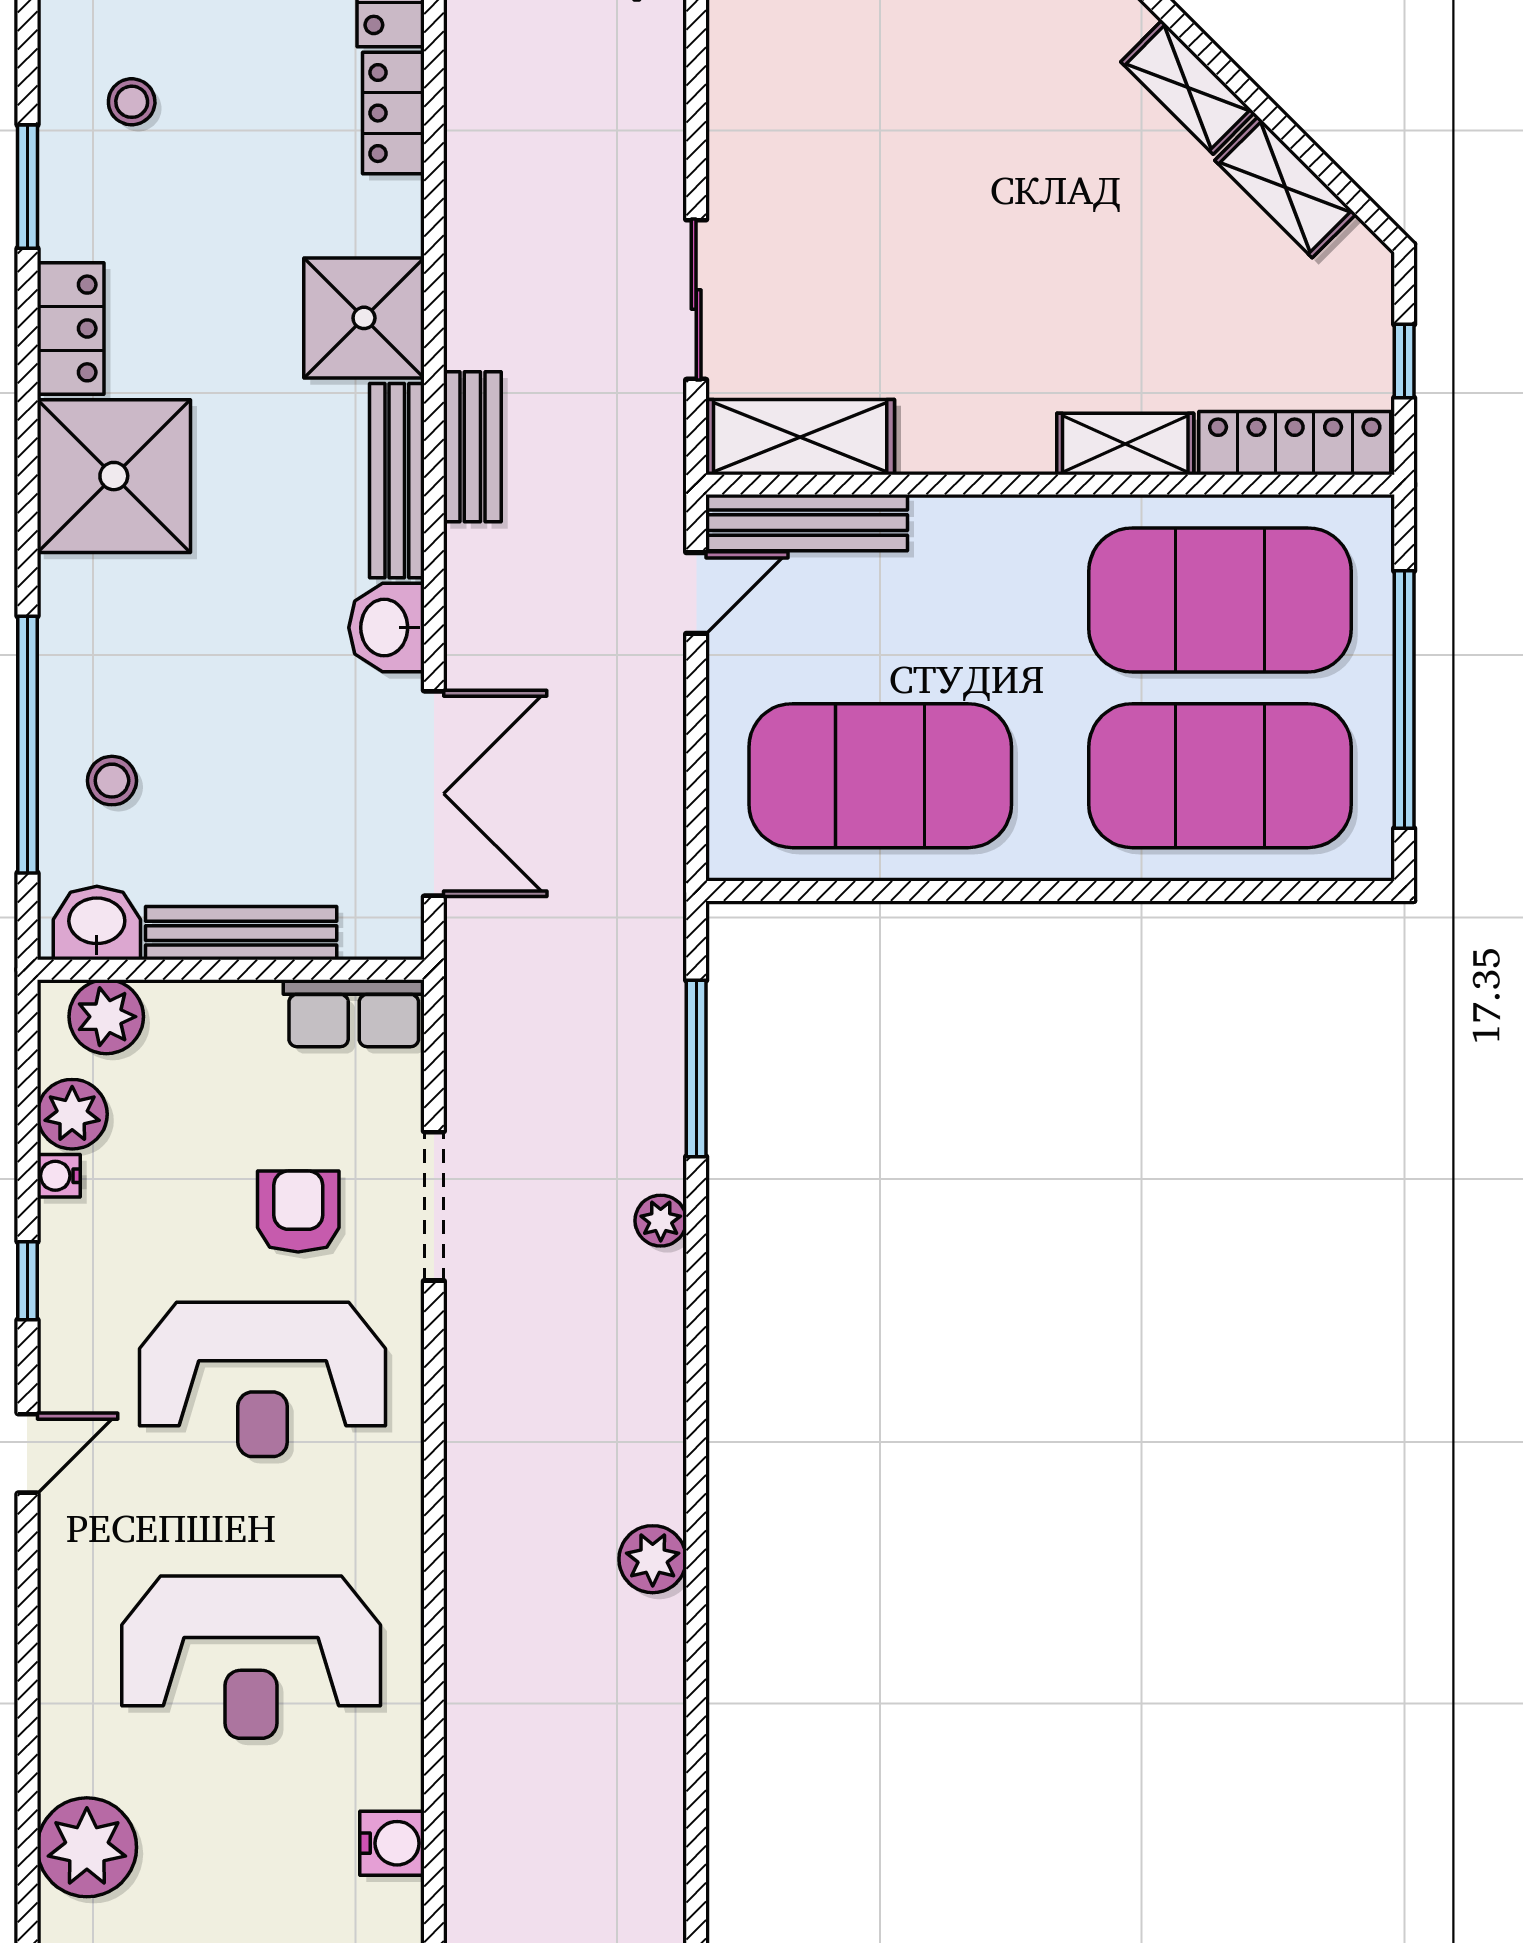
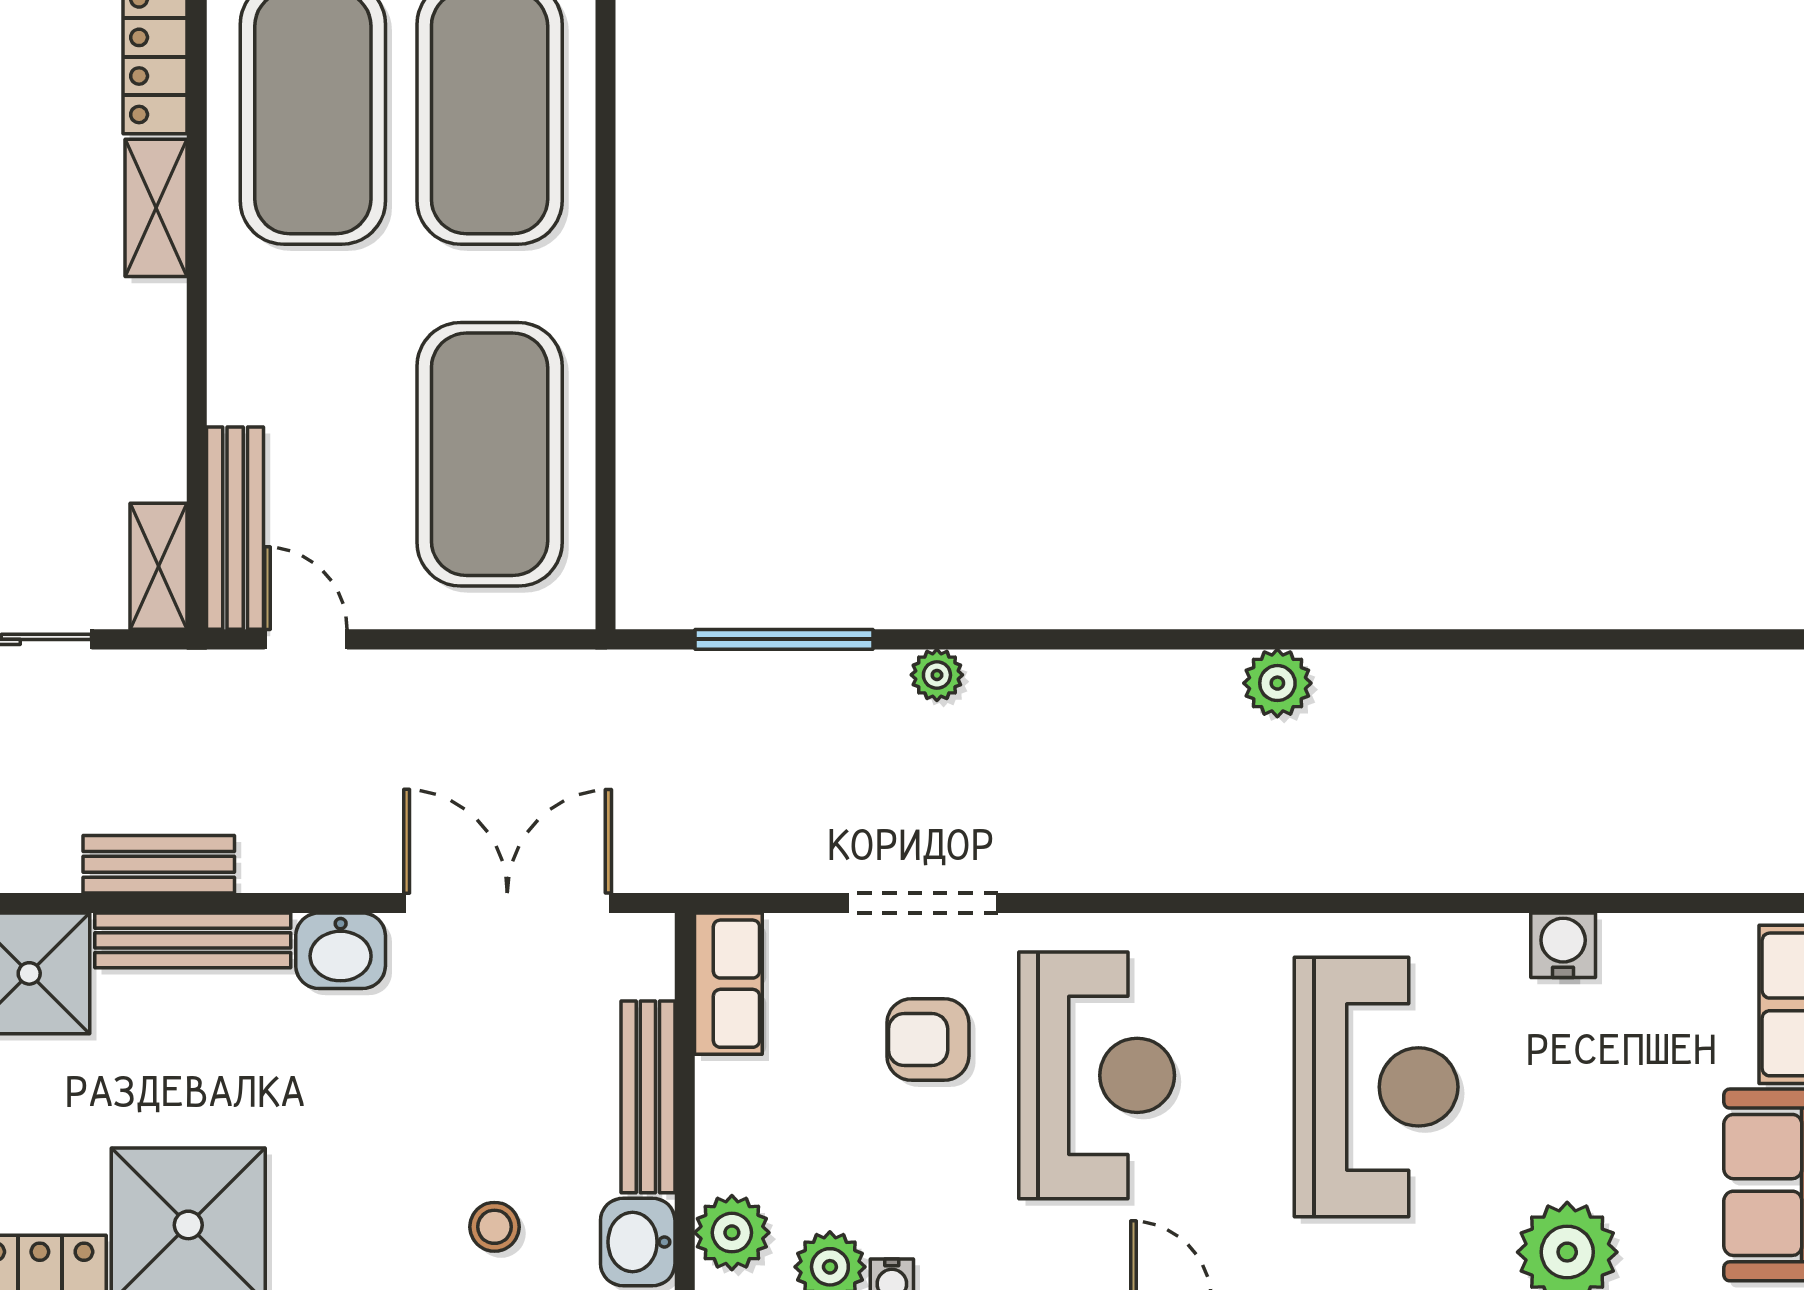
shelving: (800, 437) -> (159, 566), width x0.67, depth x0.75

